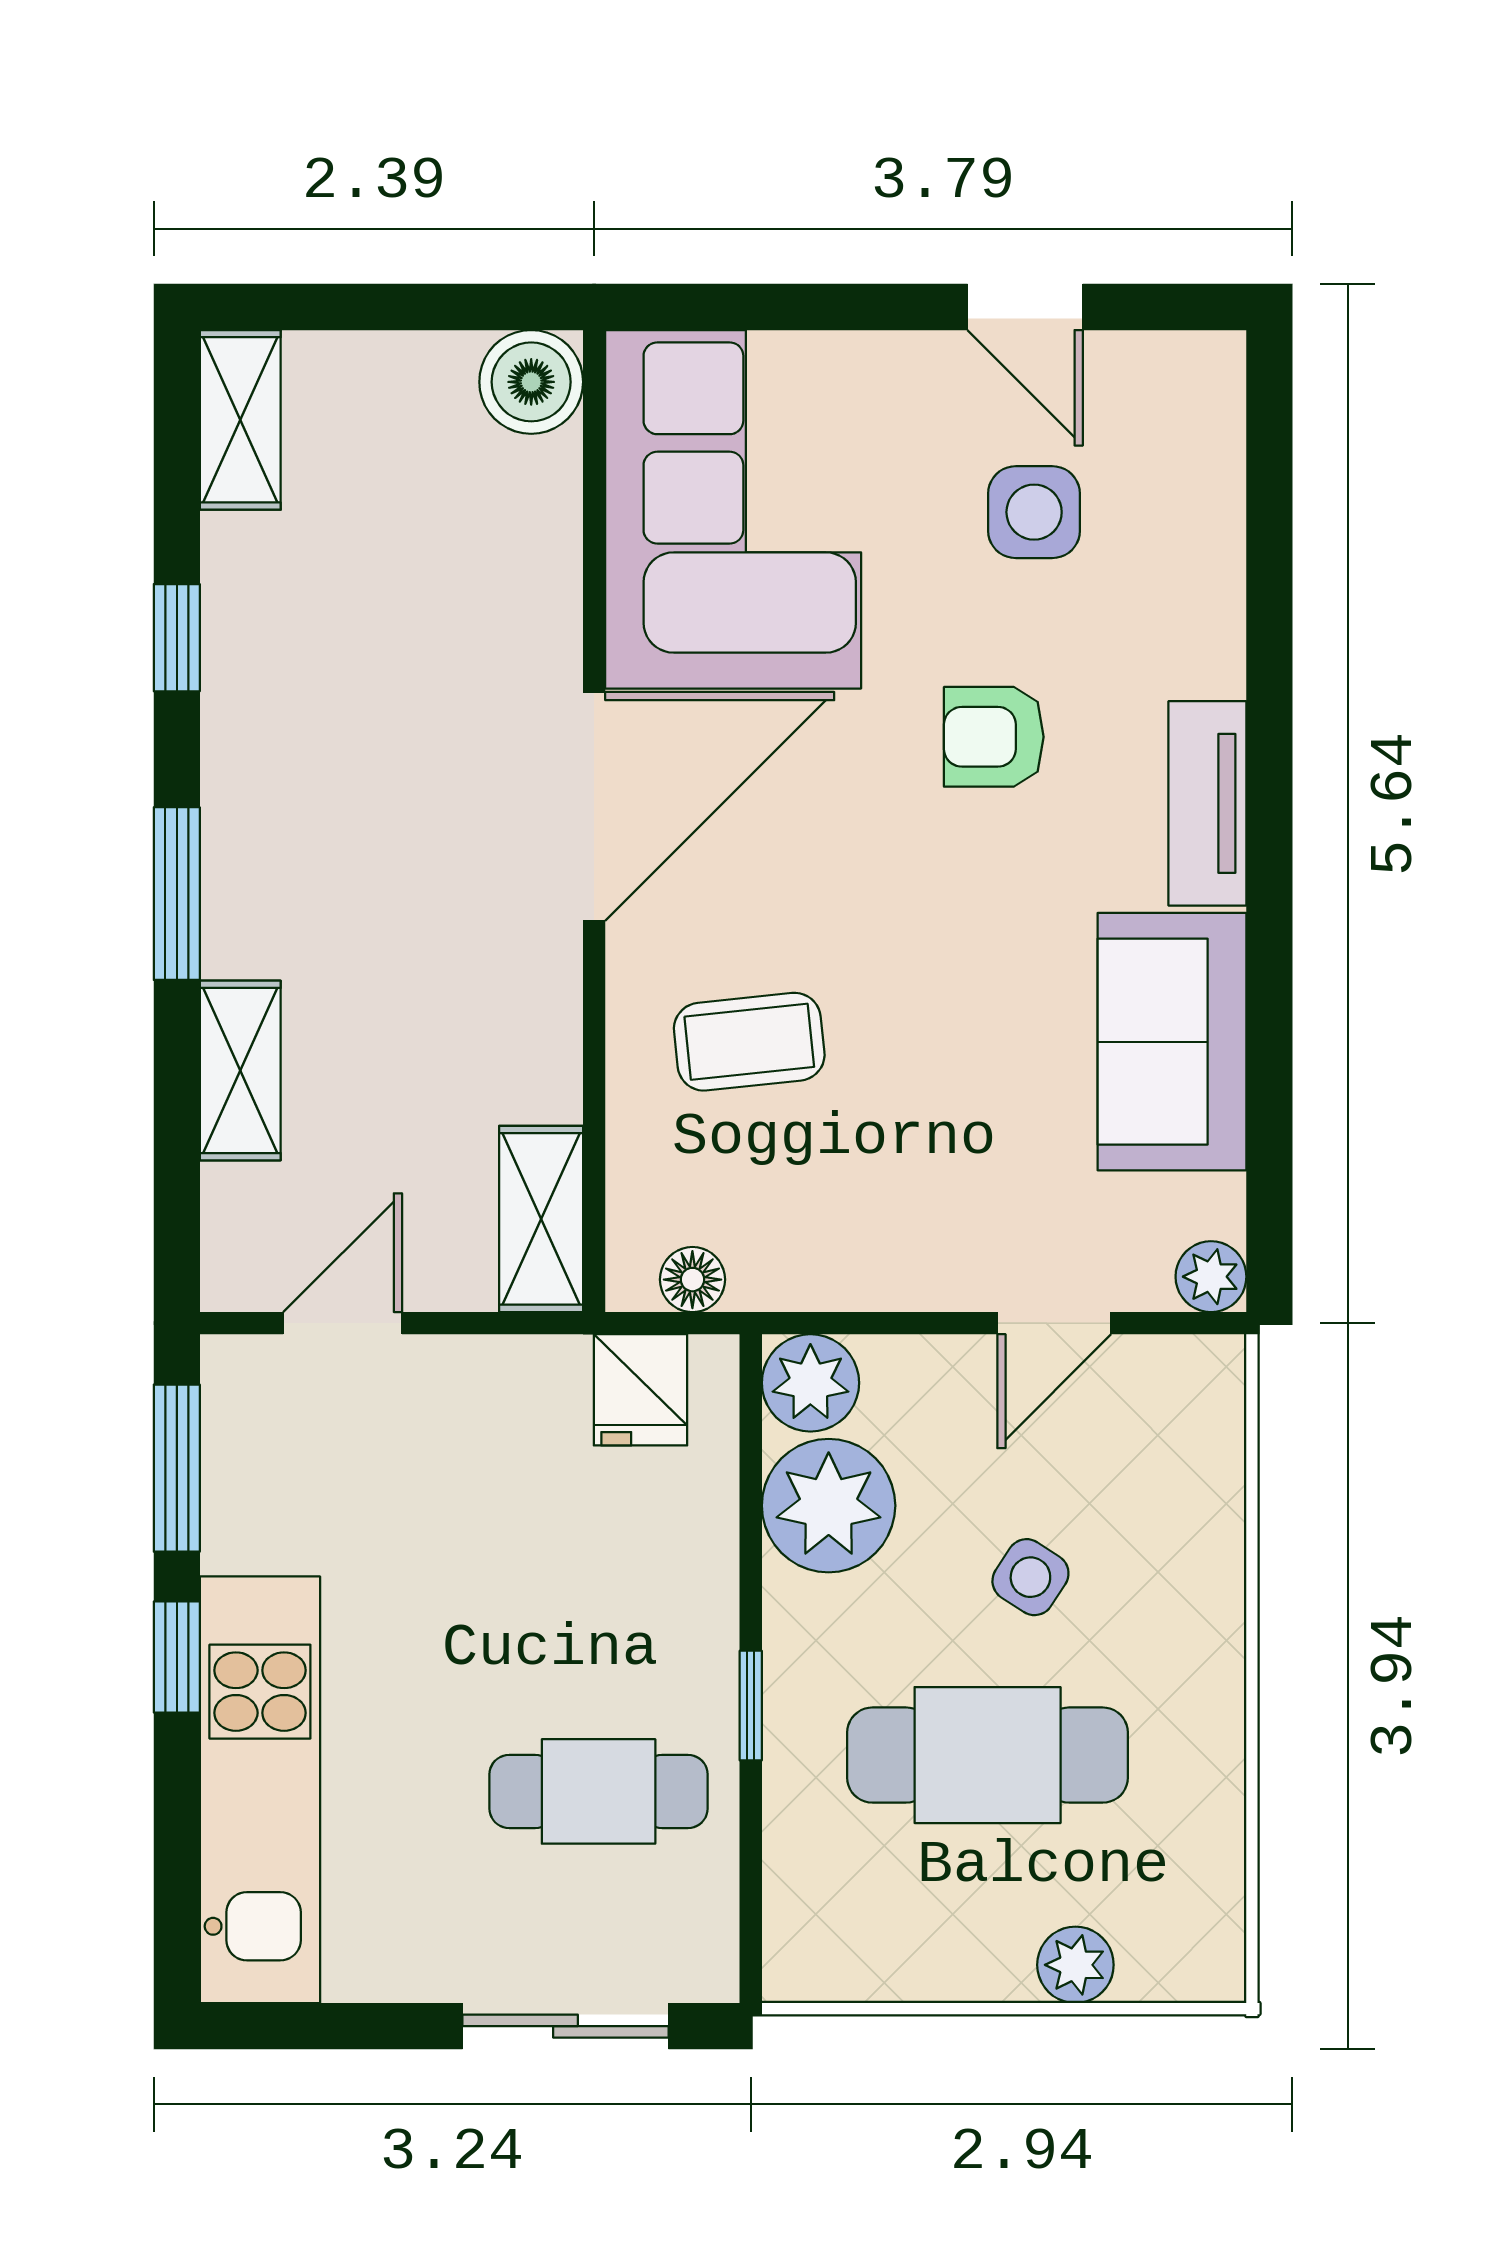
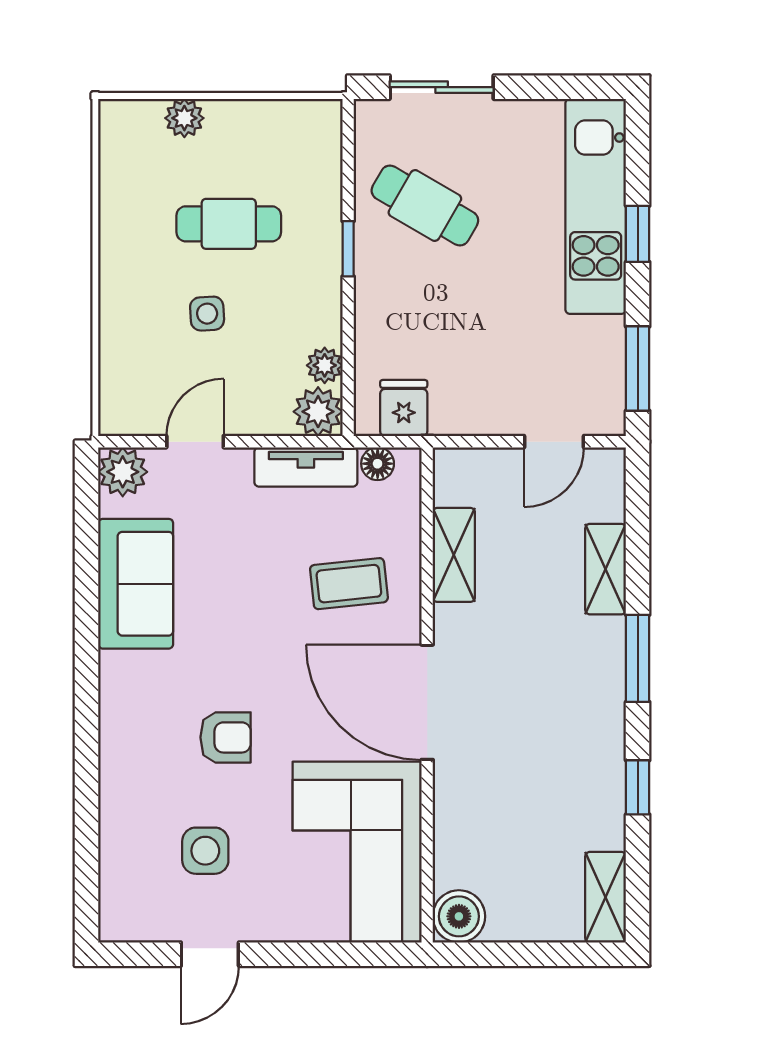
door: (1025, 307) -> (210, 954), swing flipped
tv unit: (1207, 803) -> (306, 467), moved, turned 90
door: (594, 806) -> (427, 702), hinge flipped
shelving: (541, 1219) -> (454, 555), moved
plant: (1211, 1277) -> (123, 472), width x1.38, depth x1.38
plant: (829, 1506) -> (325, 365), width x0.53, depth x0.53
side table: (1030, 1577) -> (207, 314), turned -36
window: (177, 1657) -> (638, 234), moved
cafe table: (988, 1755) -> (229, 224), width x0.73, depth x0.74
cafe table: (599, 1791) -> (425, 205), turned 30

